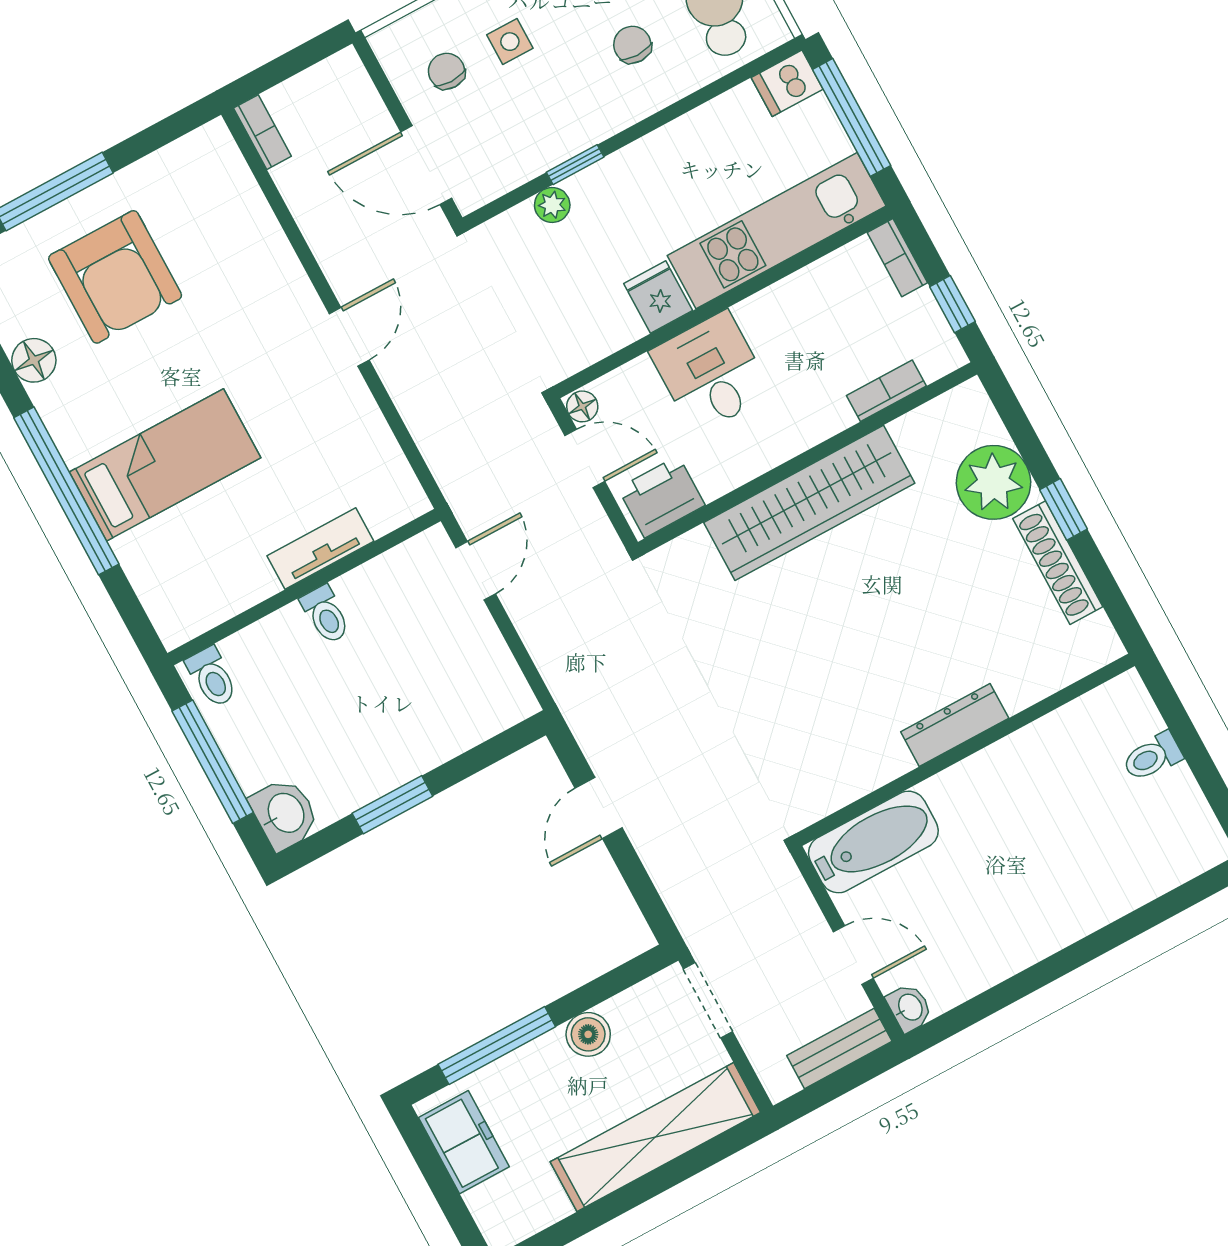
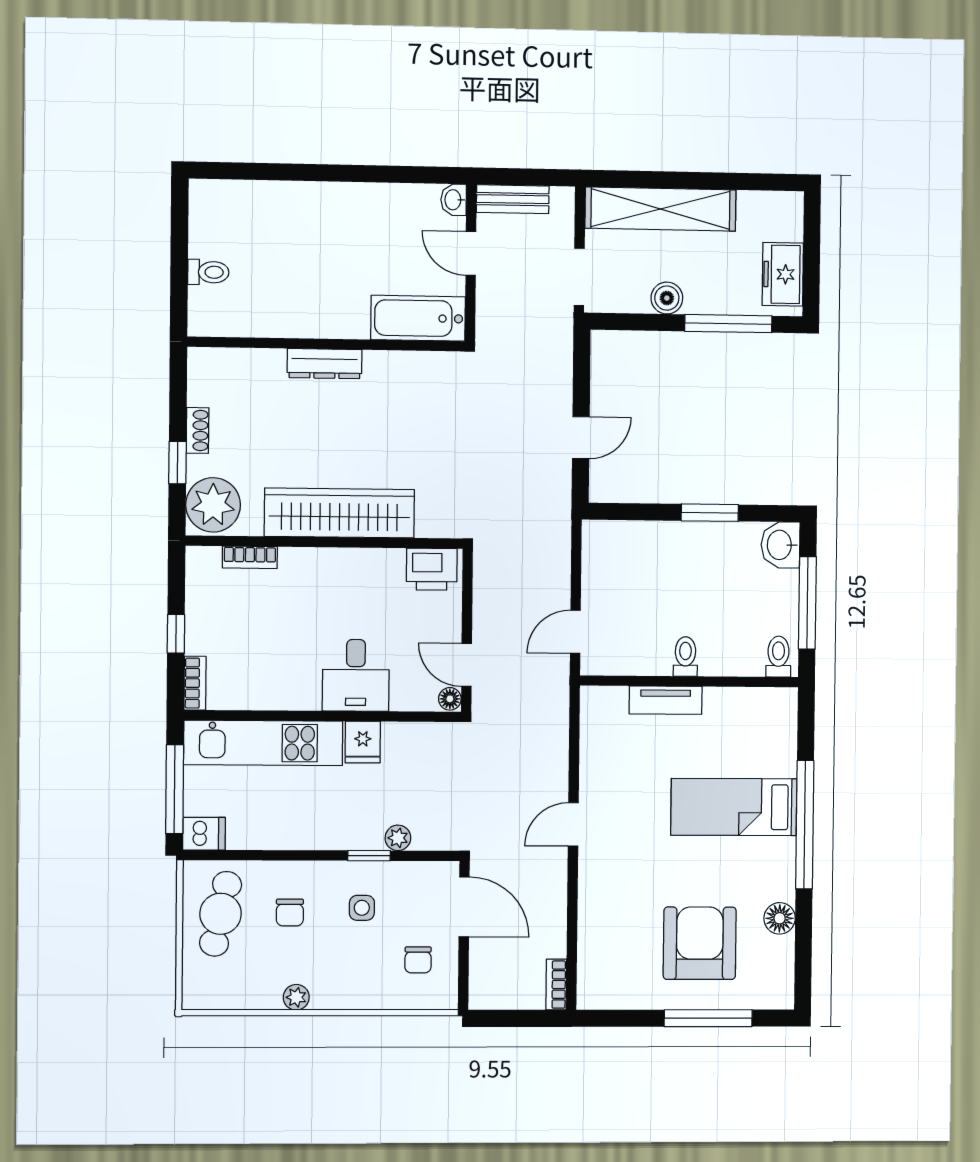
side table: (510, 42) -> (362, 908), moved
bookcase: (886, 391) -> (250, 557), moved
wall: (808, 458) -> (325, 542), moved
printer: (661, 497) -> (432, 569), moved
wardrobe: (809, 503) -> (339, 513), moved
shoe rack: (1058, 563) -> (198, 430), width x0.51, depth x0.81

